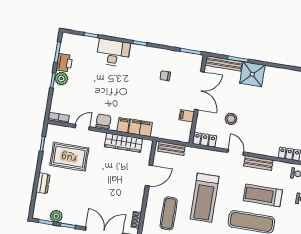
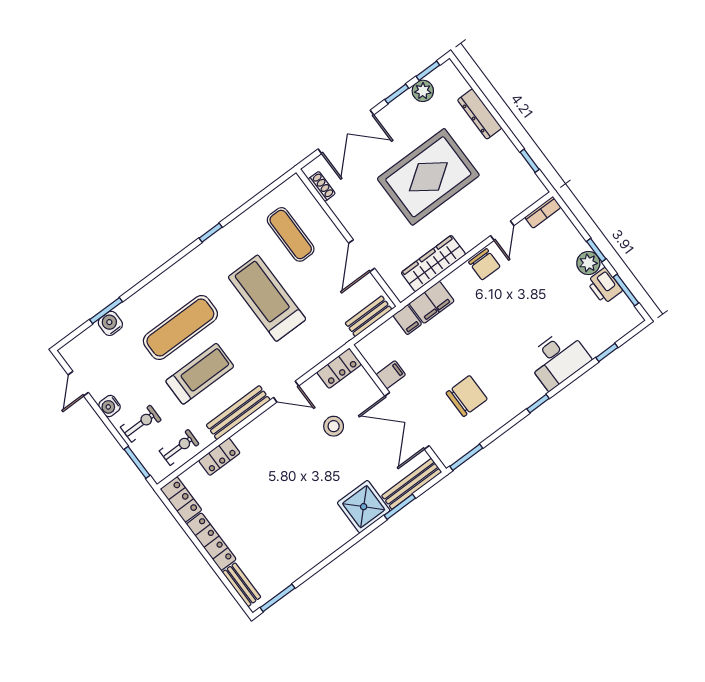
chair: (165, 76) -> (467, 396), width x1.87, depth x1.87
filing cabinet: (123, 125) -> (407, 320), moved
rug: (69, 157) -> (428, 177), moved, width x1.37, depth x1.44
bench: (258, 163) -> (238, 413), width x1.36
dresser: (43, 183) -> (480, 114), width x1.44

